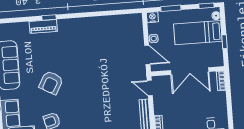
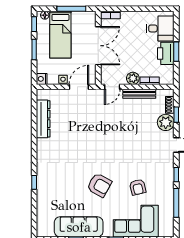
window: (171, 8) -> (34, 49), moved
dresser: (113, 22) -> (43, 119), added
piano: (43, 26) -> (43, 189), removed
window: (224, 42) -> (71, 9), width x2.17
plant: (160, 108) -> (133, 78), added

